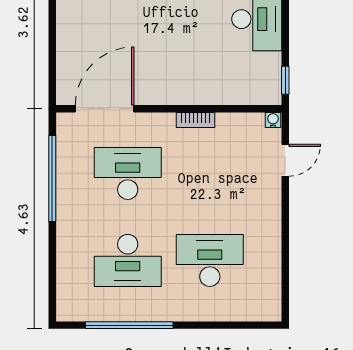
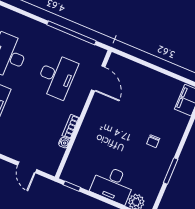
door: (105, 109) -> (98, 78), width x0.73
water cooler: (273, 120) -> (64, 143), moved

